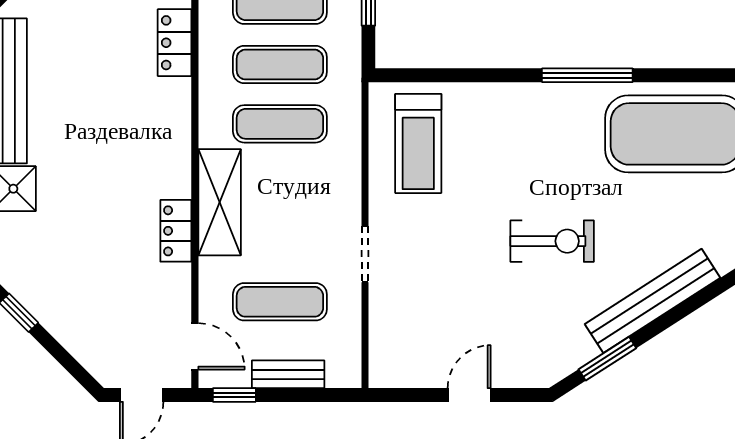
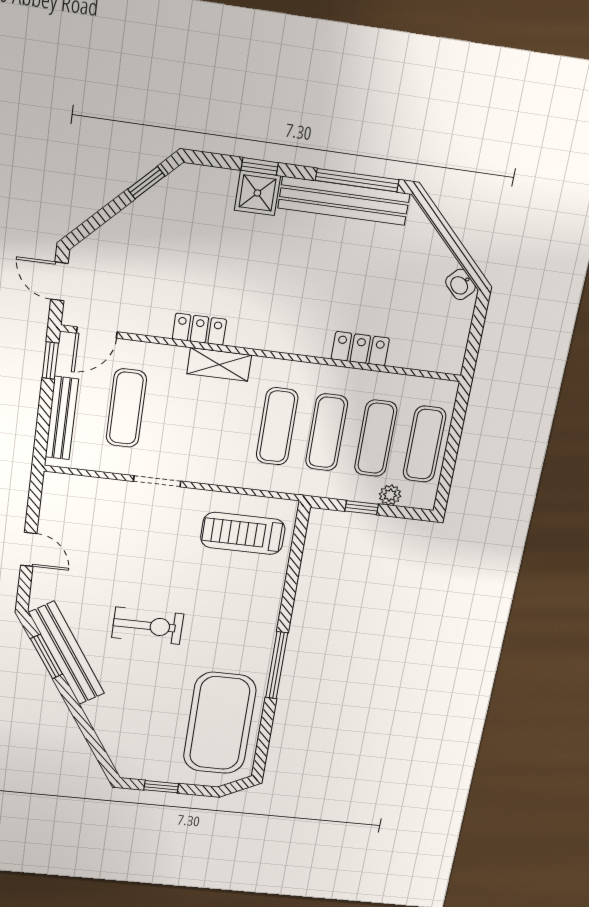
shelving: (220, 202) -> (219, 364), width x0.67, depth x0.75
exercise bike: (552, 241) -> (148, 626), turned -90
bench: (653, 301) -> (67, 653), moved
bench: (288, 374) -> (62, 418), width x1.36

